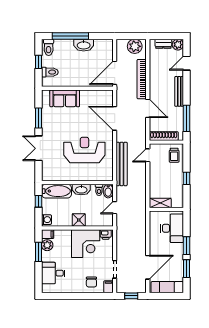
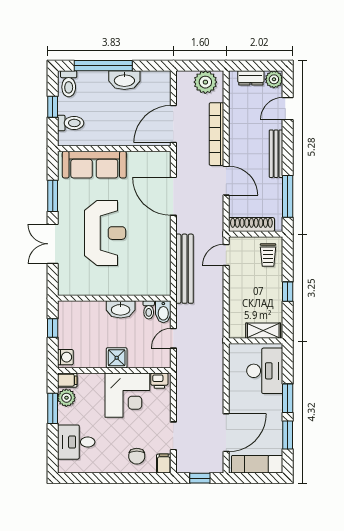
sofa: (65, 98) -> (94, 165), width x1.36
reception desk: (84, 150) -> (105, 233), moved, turned 90
bathtub: (56, 191) -> (81, 312), removed
shelving: (160, 203) -> (263, 331), moved

